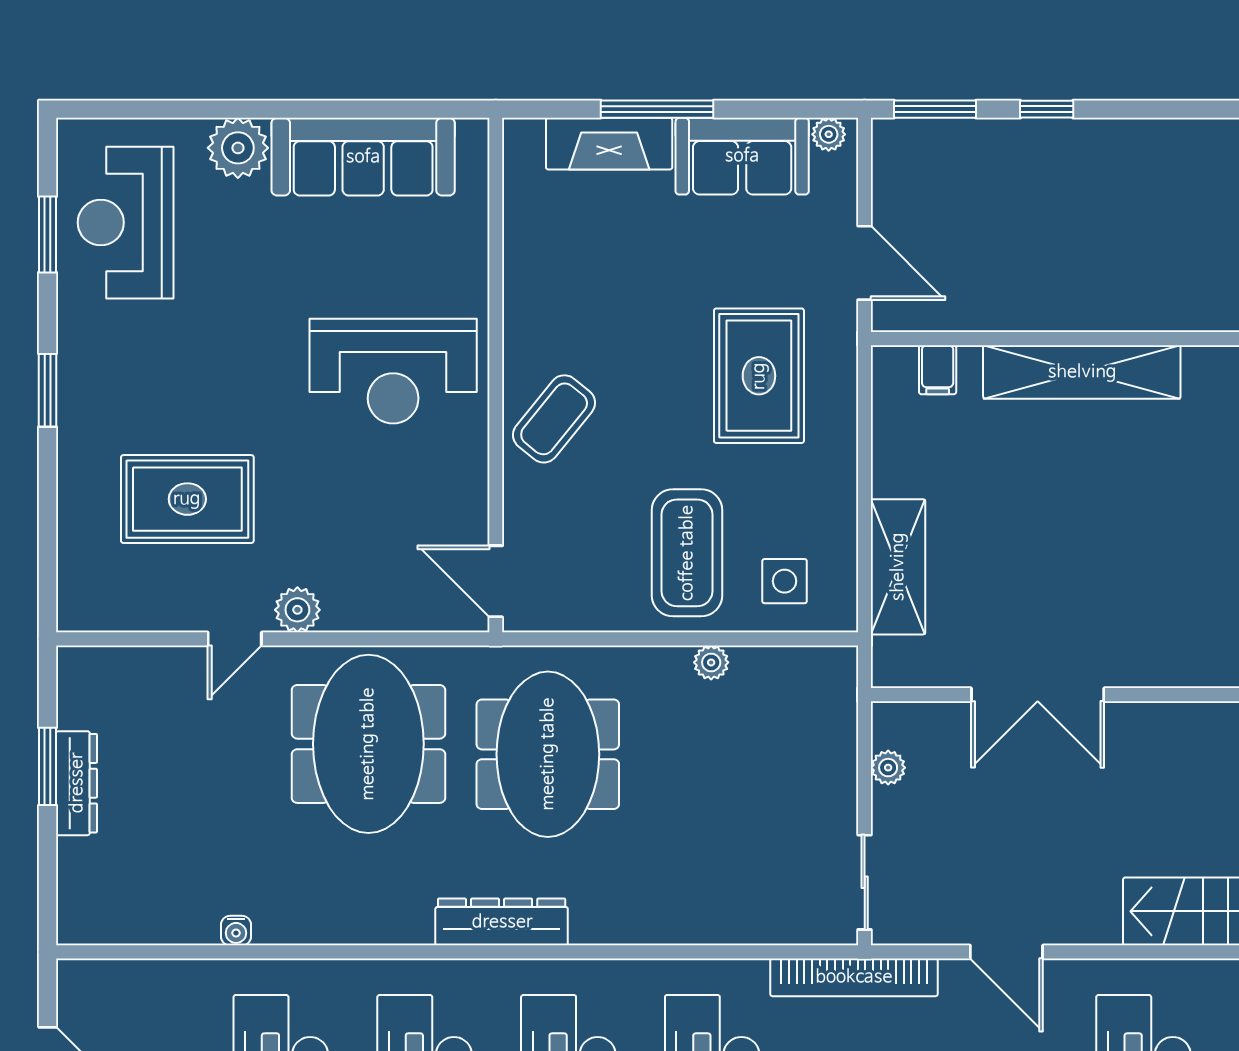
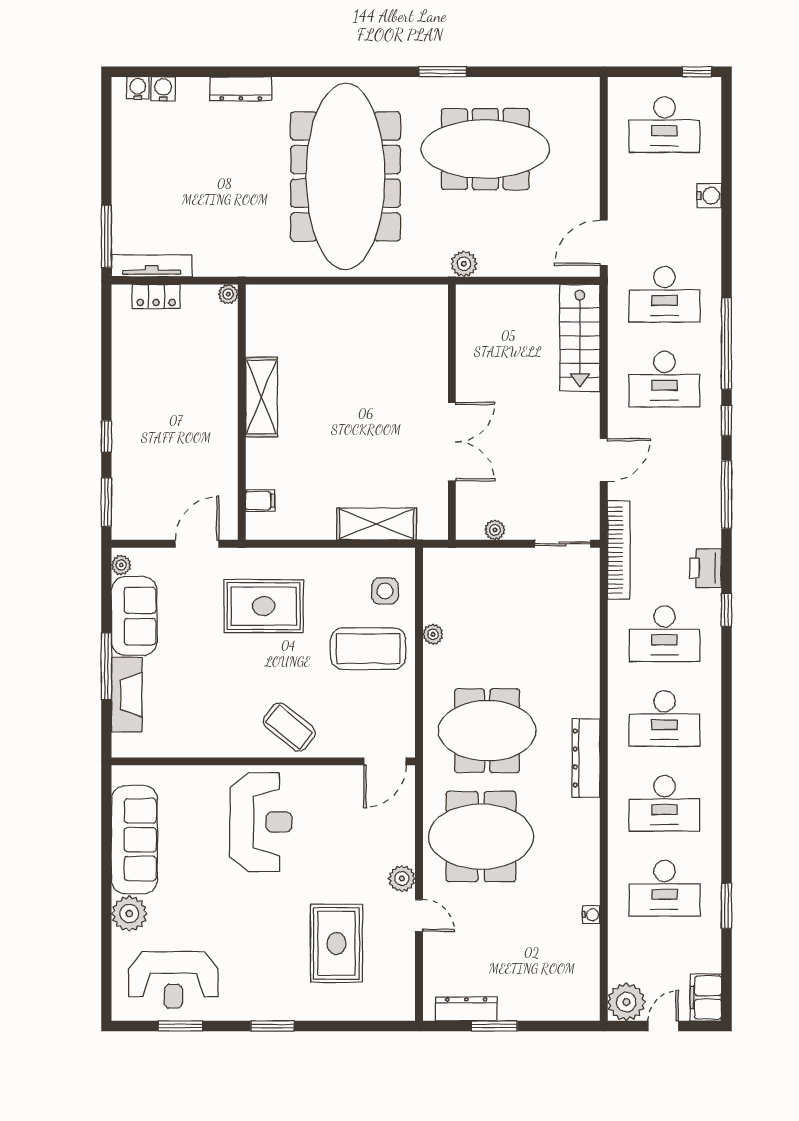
shelving: (1082, 372) -> (261, 397), width x0.68
dresser: (77, 783) -> (466, 1009), moved
plant: (88, 990) -> (626, 1002), added

